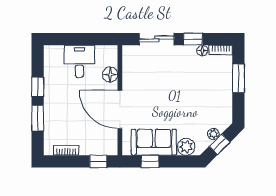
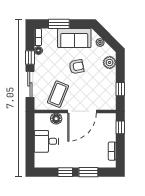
coffee table: (143, 77) -> (58, 94), added
armchair: (181, 102) -> (76, 67), added
sofa: (154, 142) -> (74, 38), moved, turned -90
window: (220, 144) -> (108, 38), removed

